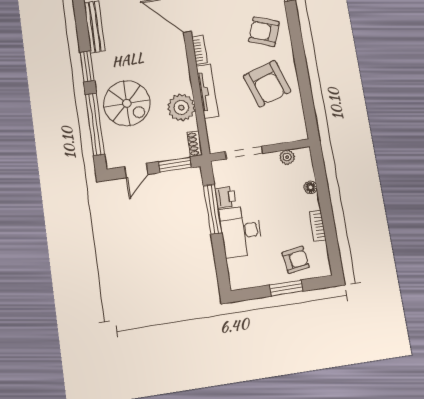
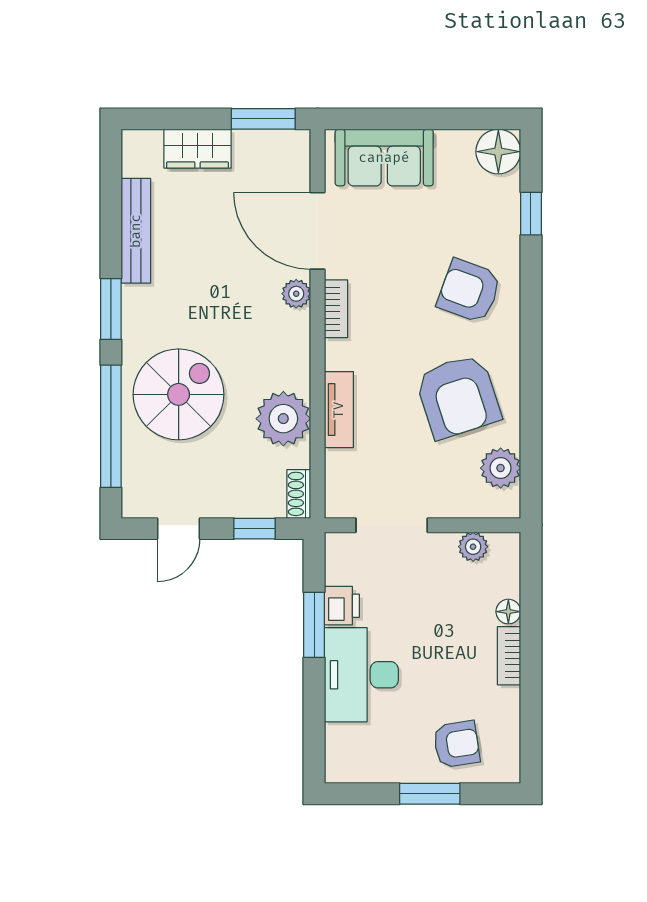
plant: (179, 45) -> (296, 294), added
tv unit: (207, 91) -> (339, 410), width x0.71
spiral stairs: (127, 103) -> (179, 394), turned -90
plant: (294, 116) -> (501, 468), added
window: (175, 165) -> (254, 529), width x0.67
window: (213, 209) -> (314, 625), width x0.69
bookcase: (318, 226) -> (509, 656), moved

